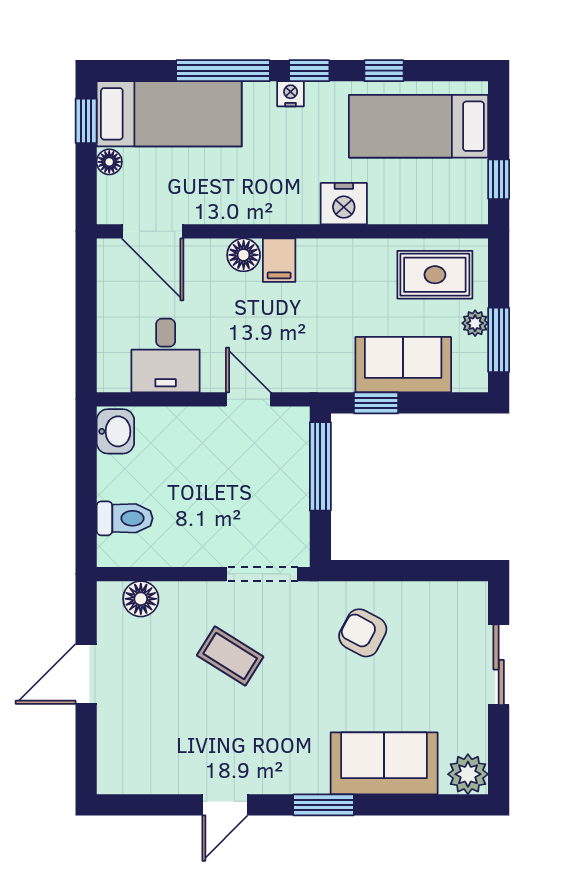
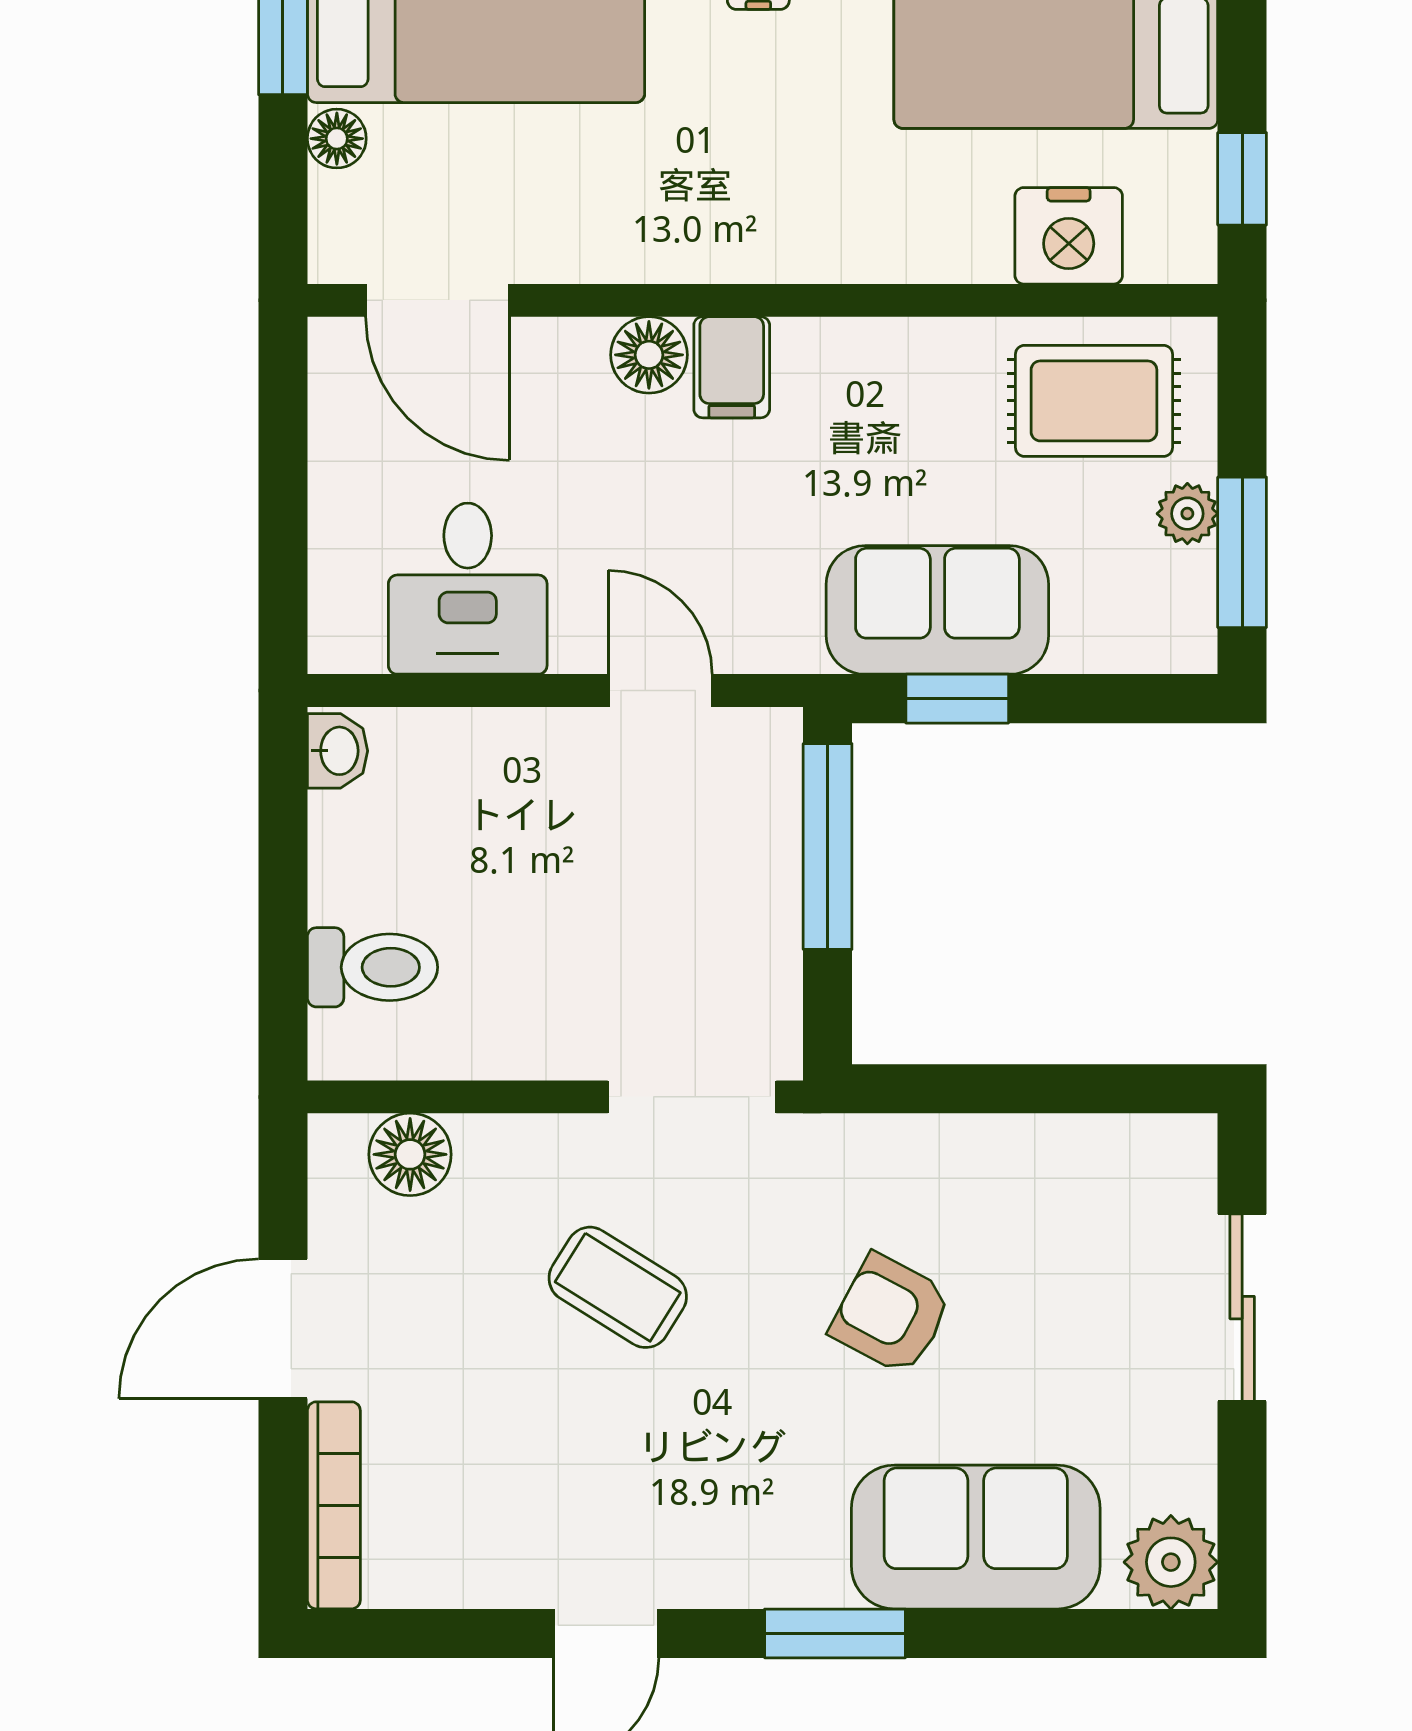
nightstand: (344, 204) -> (1069, 236), moved
sofa: (403, 365) -> (937, 610), moved
washbasin: (115, 431) -> (338, 751), width x0.72, depth x0.69
armchair: (363, 633) -> (891, 1314), moved
bookcase: (108, 750) -> (334, 1505), added

